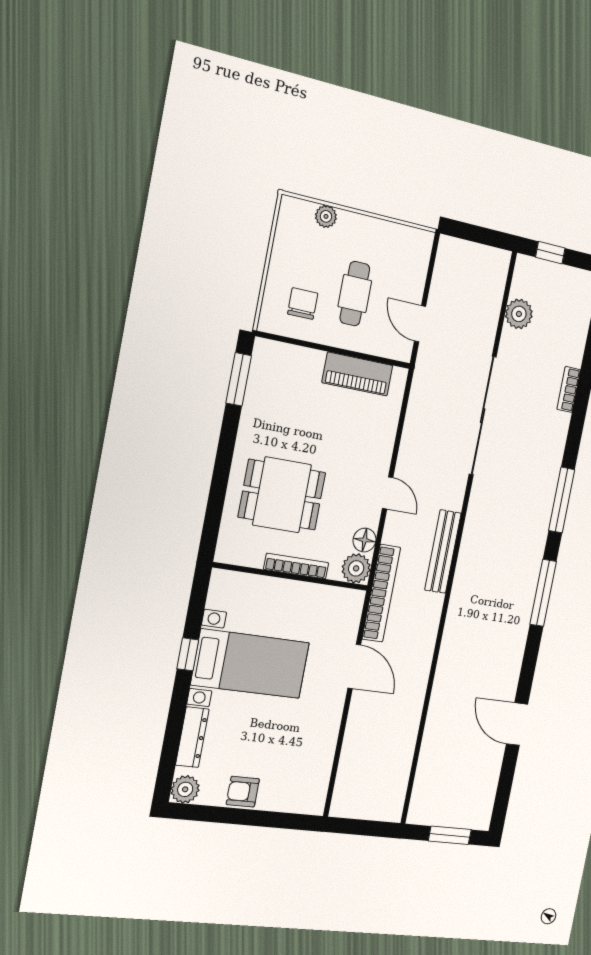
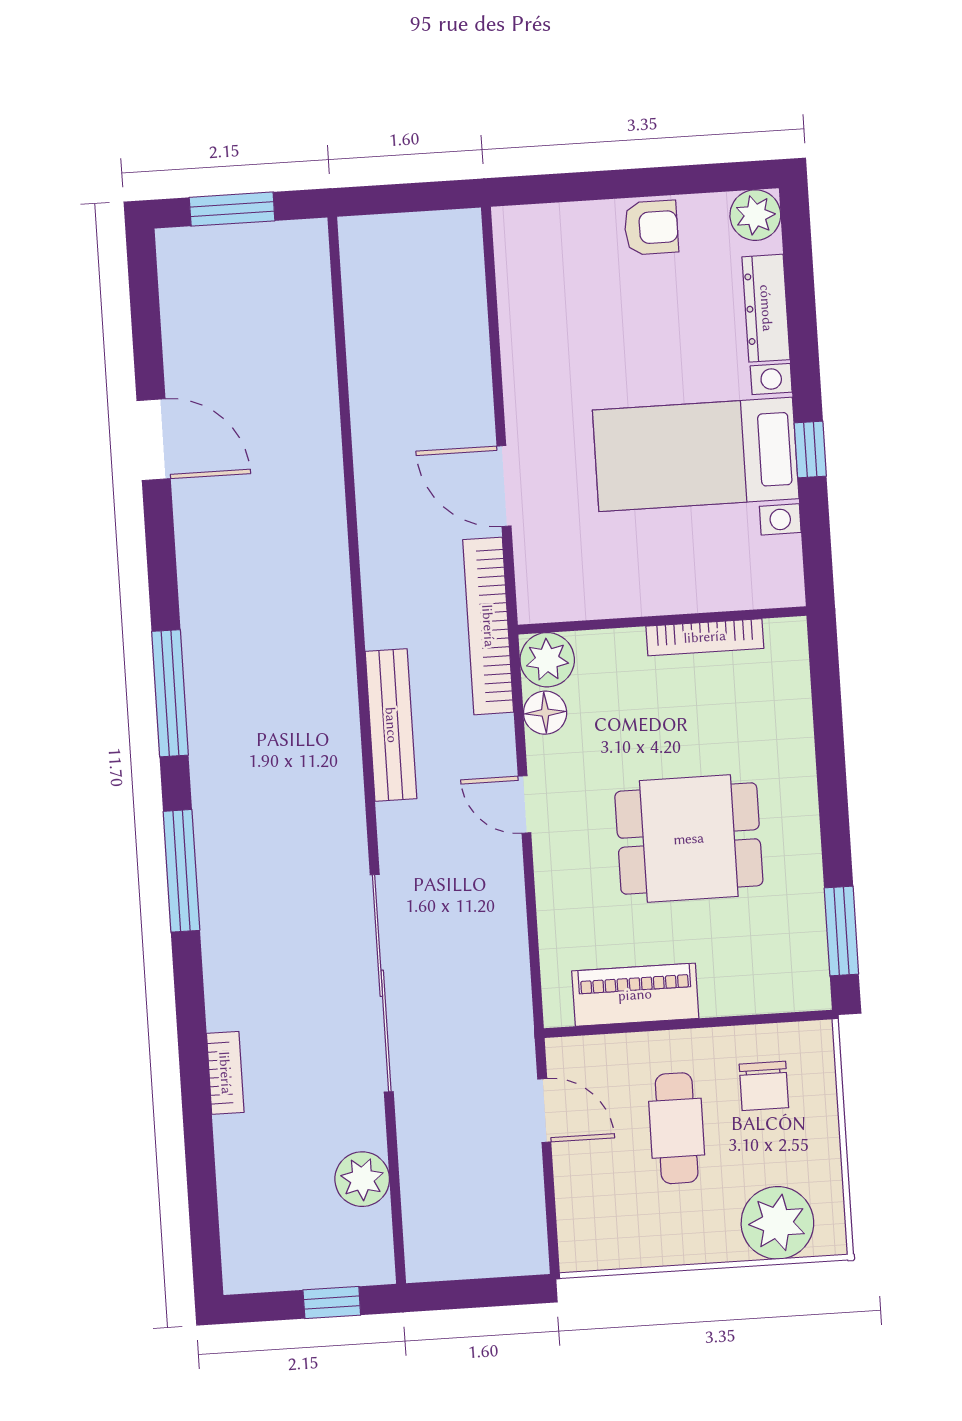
plant: (326, 216) -> (777, 1223), width x1.88, depth x1.88
dining table: (282, 495) -> (689, 839), moved
bookcase: (296, 566) -> (705, 637), moved

